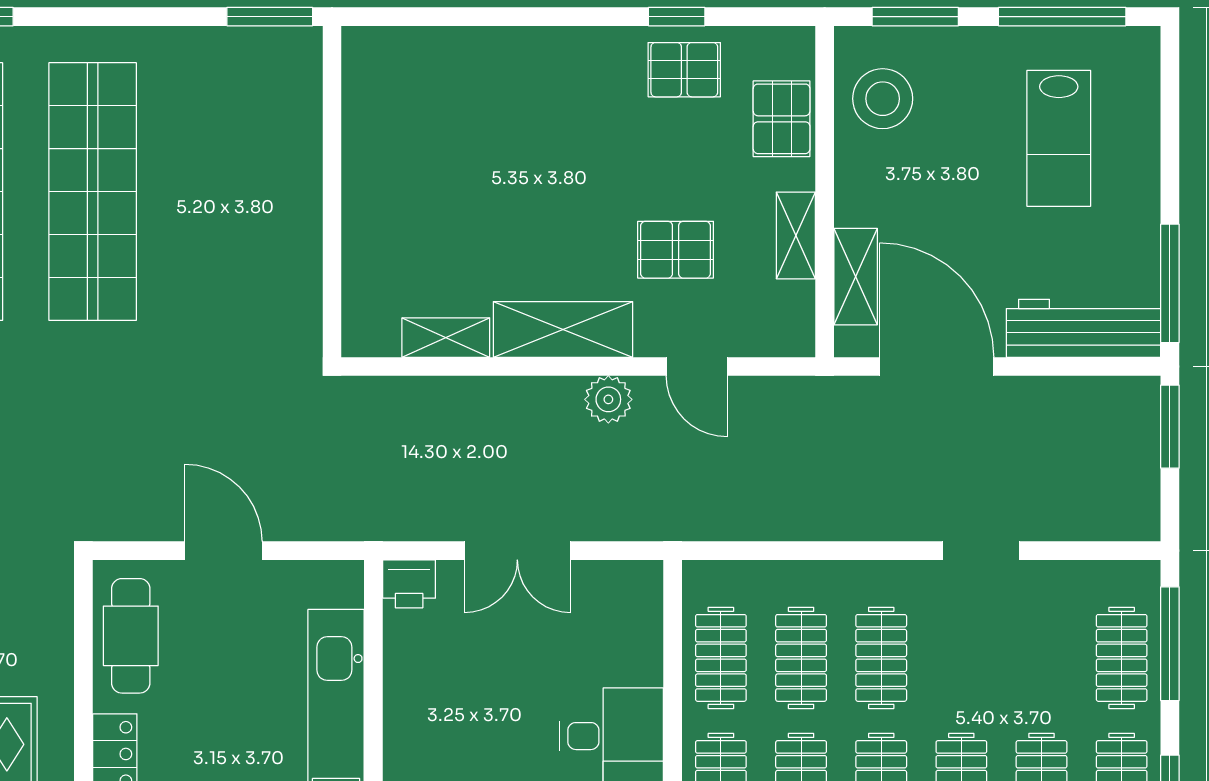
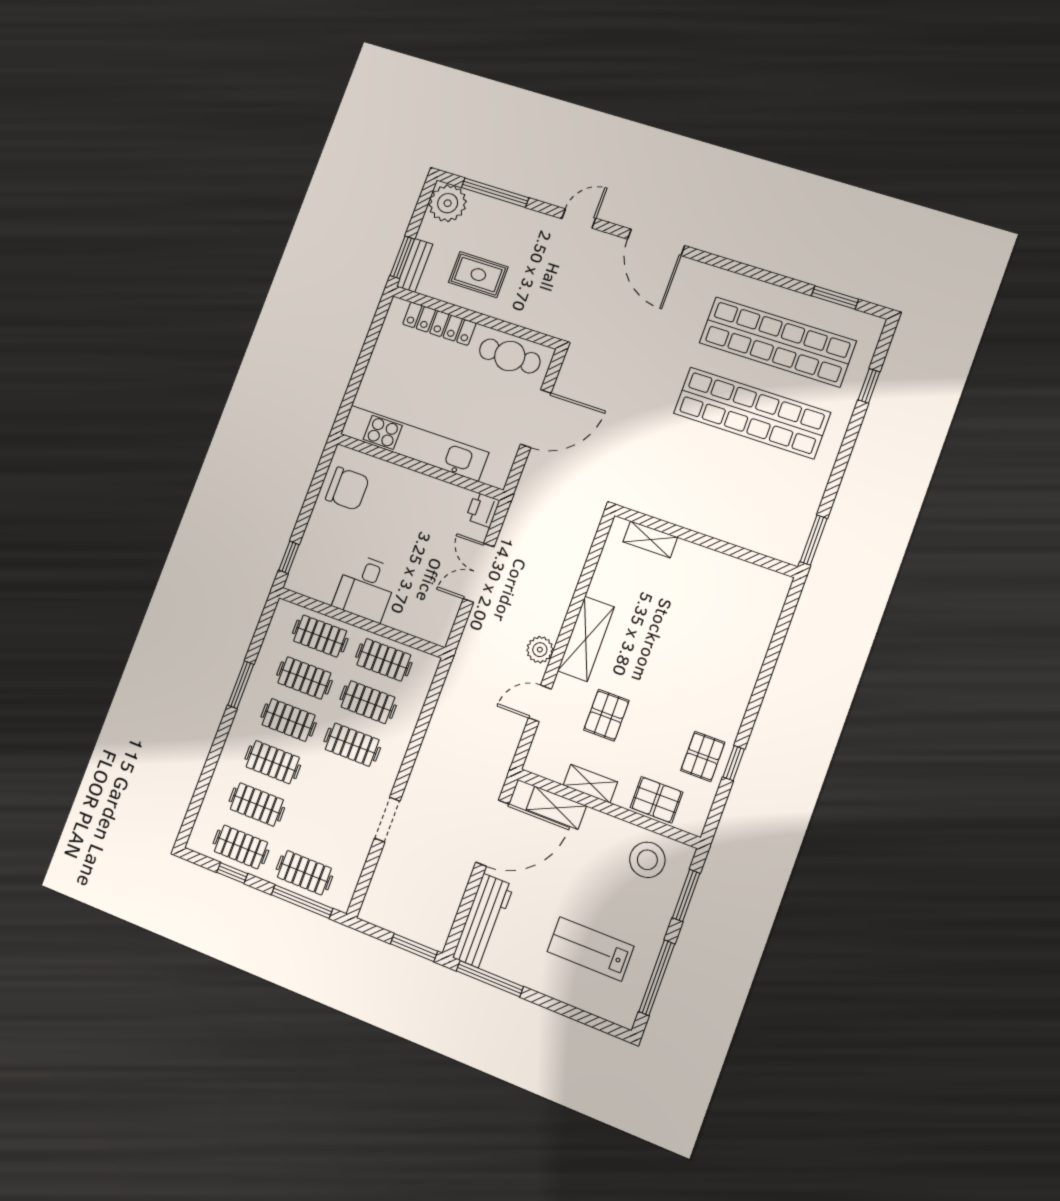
shelving: (446, 338) -> (650, 539), moved, turned 90
door: (223, 551) -> (536, 419), width x1.36

